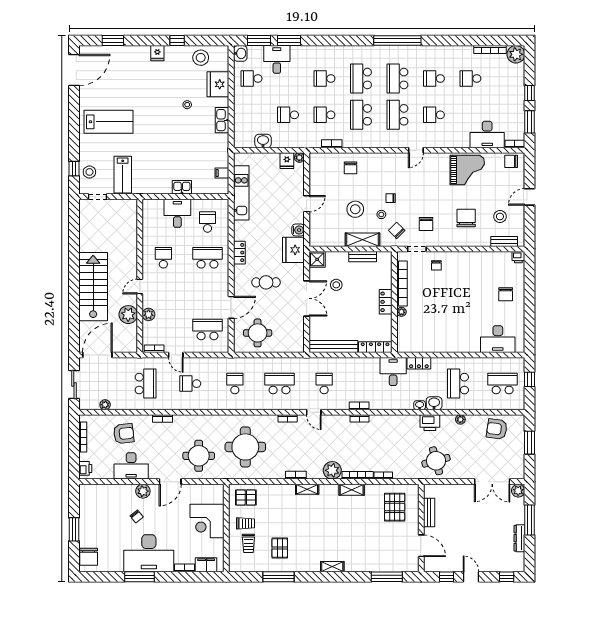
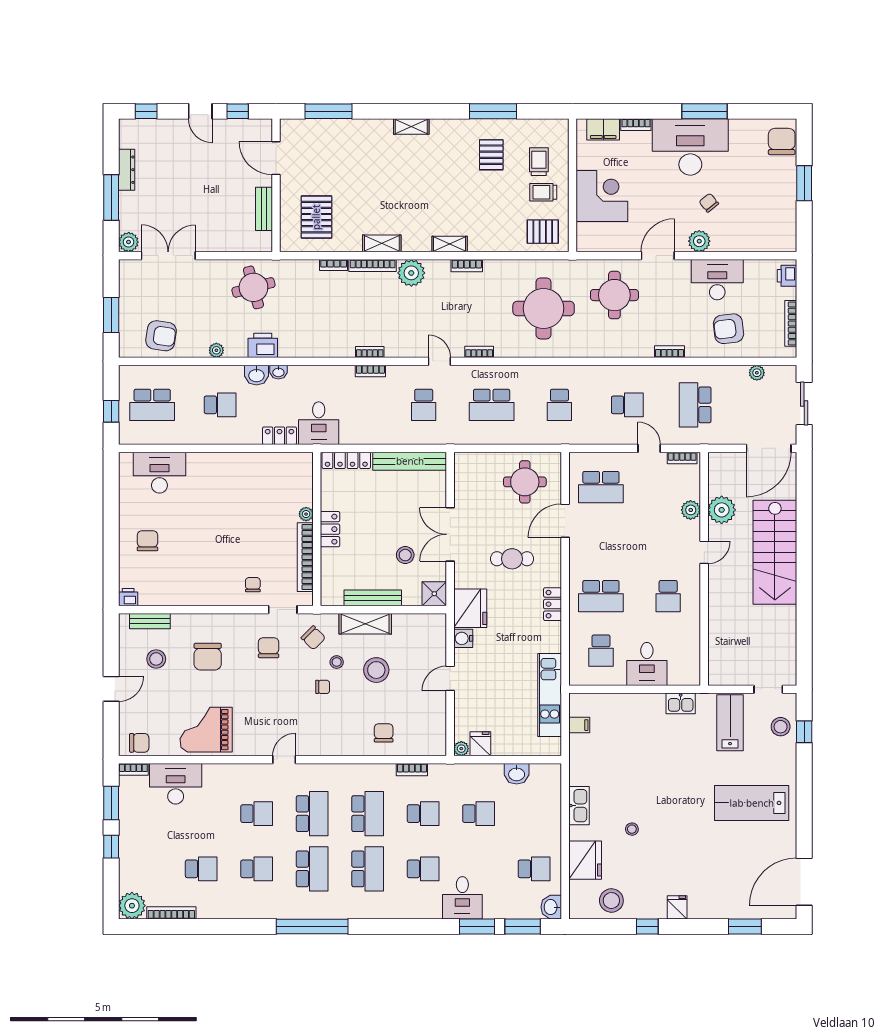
desk: (277, 59) -> (462, 898), moved
kitchen sink: (182, 187) -> (681, 703), moved
bench: (363, 257) -> (373, 598), width x1.36
school desk: (458, 384) -> (220, 405), width x0.54

